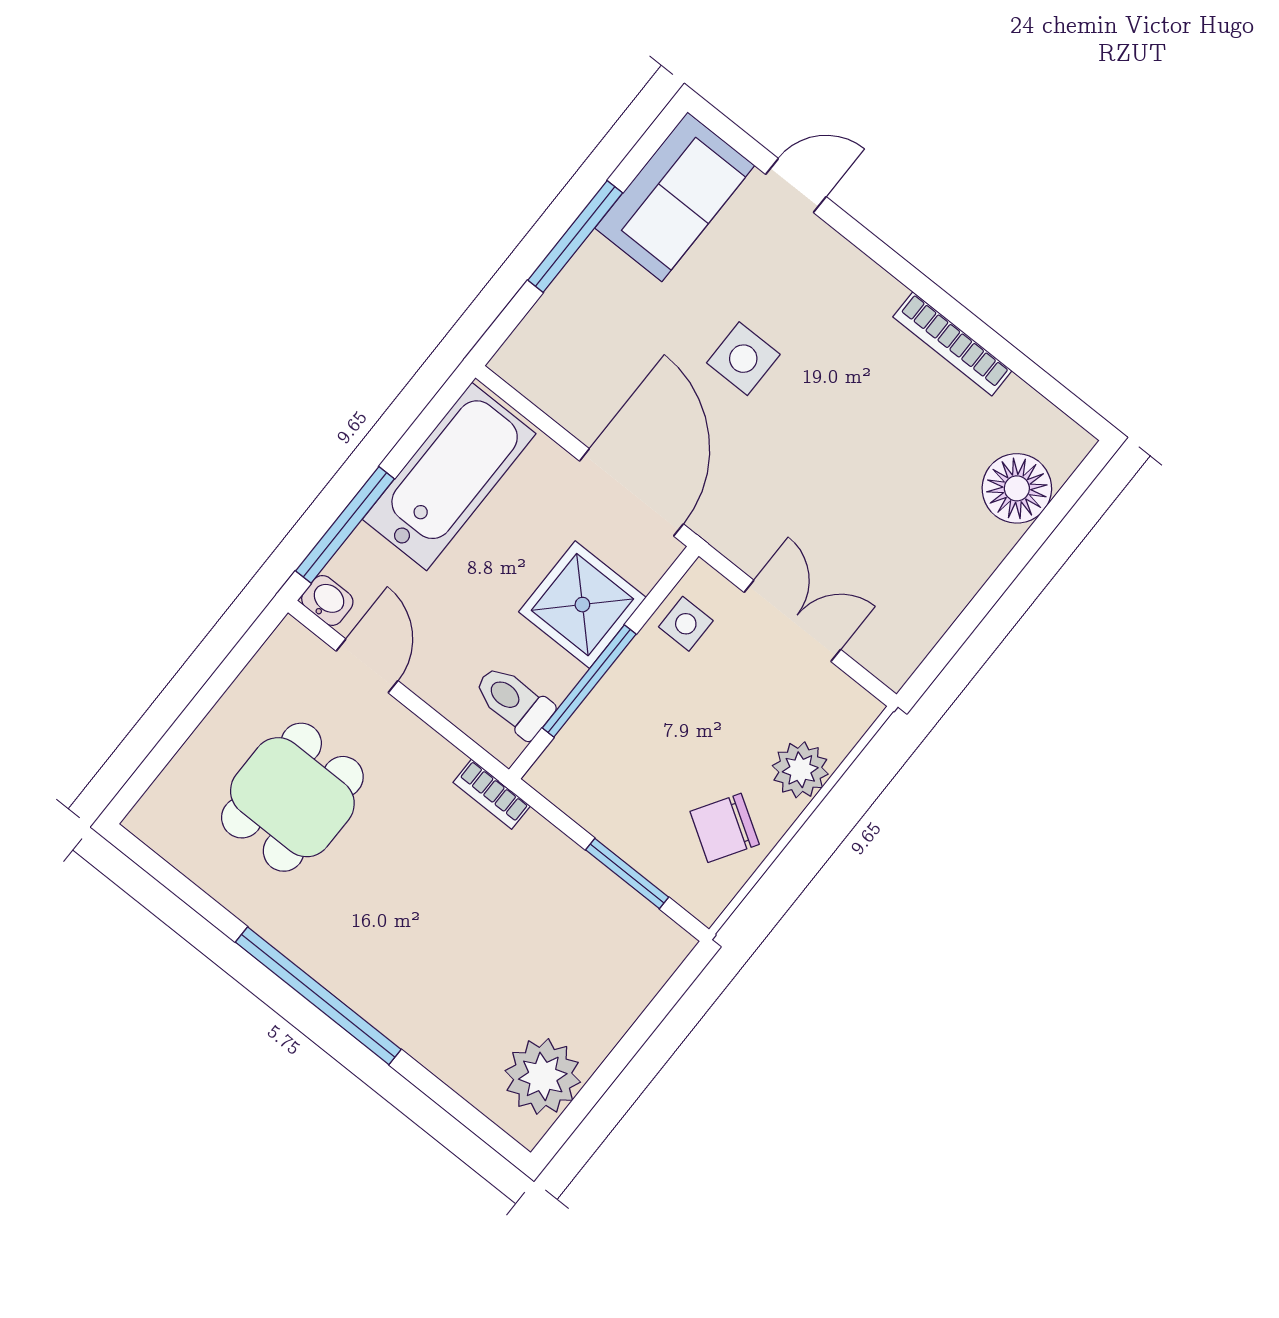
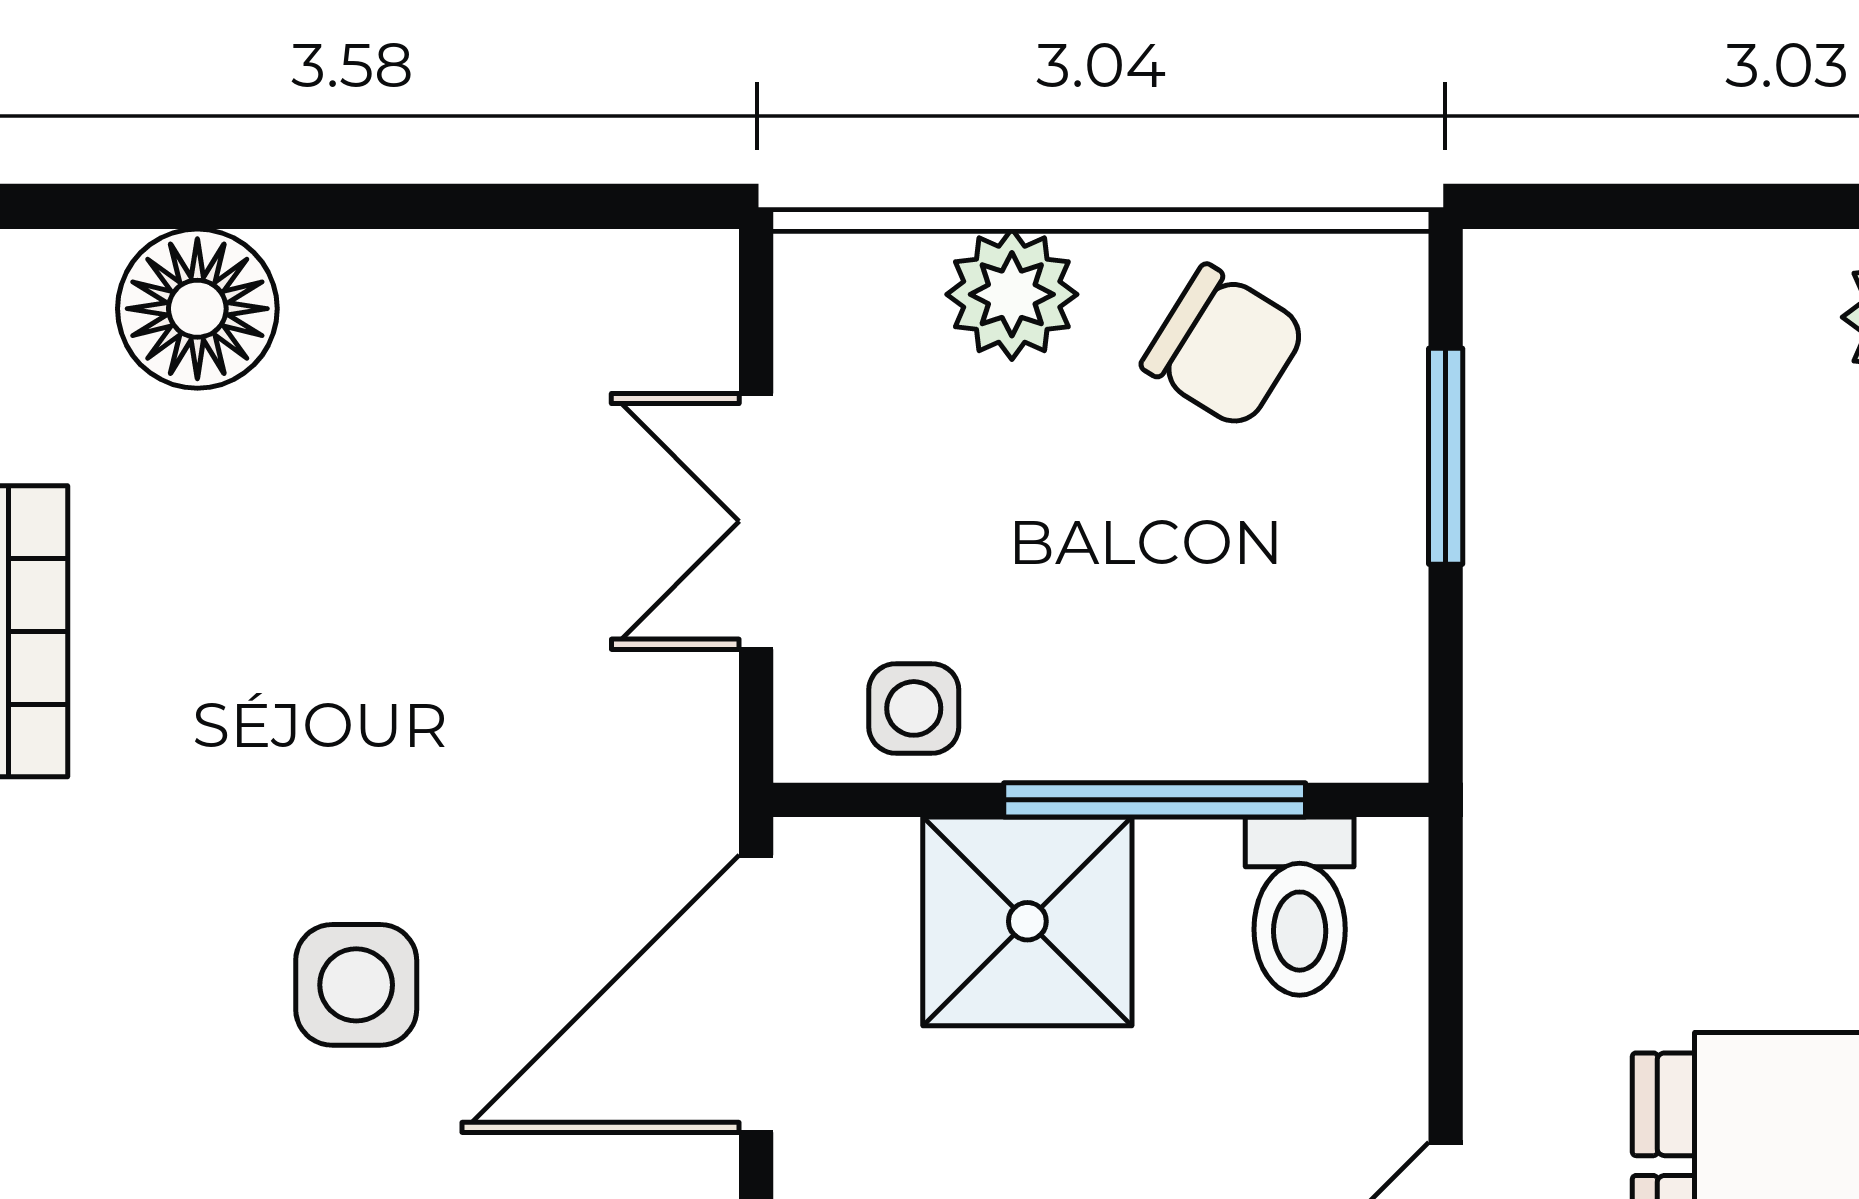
bookcase: (492, 794) -> (1497, 813), removed

